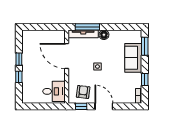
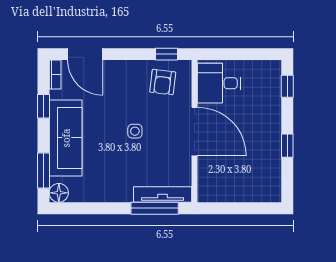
floor lamp: (104, 35) -> (59, 193), moved
door: (67, 56) -> (195, 131), moved
sofa: (133, 58) -> (66, 138), width x1.36
window: (19, 77) -> (287, 86), moved
door: (104, 106) -> (85, 54), moved

